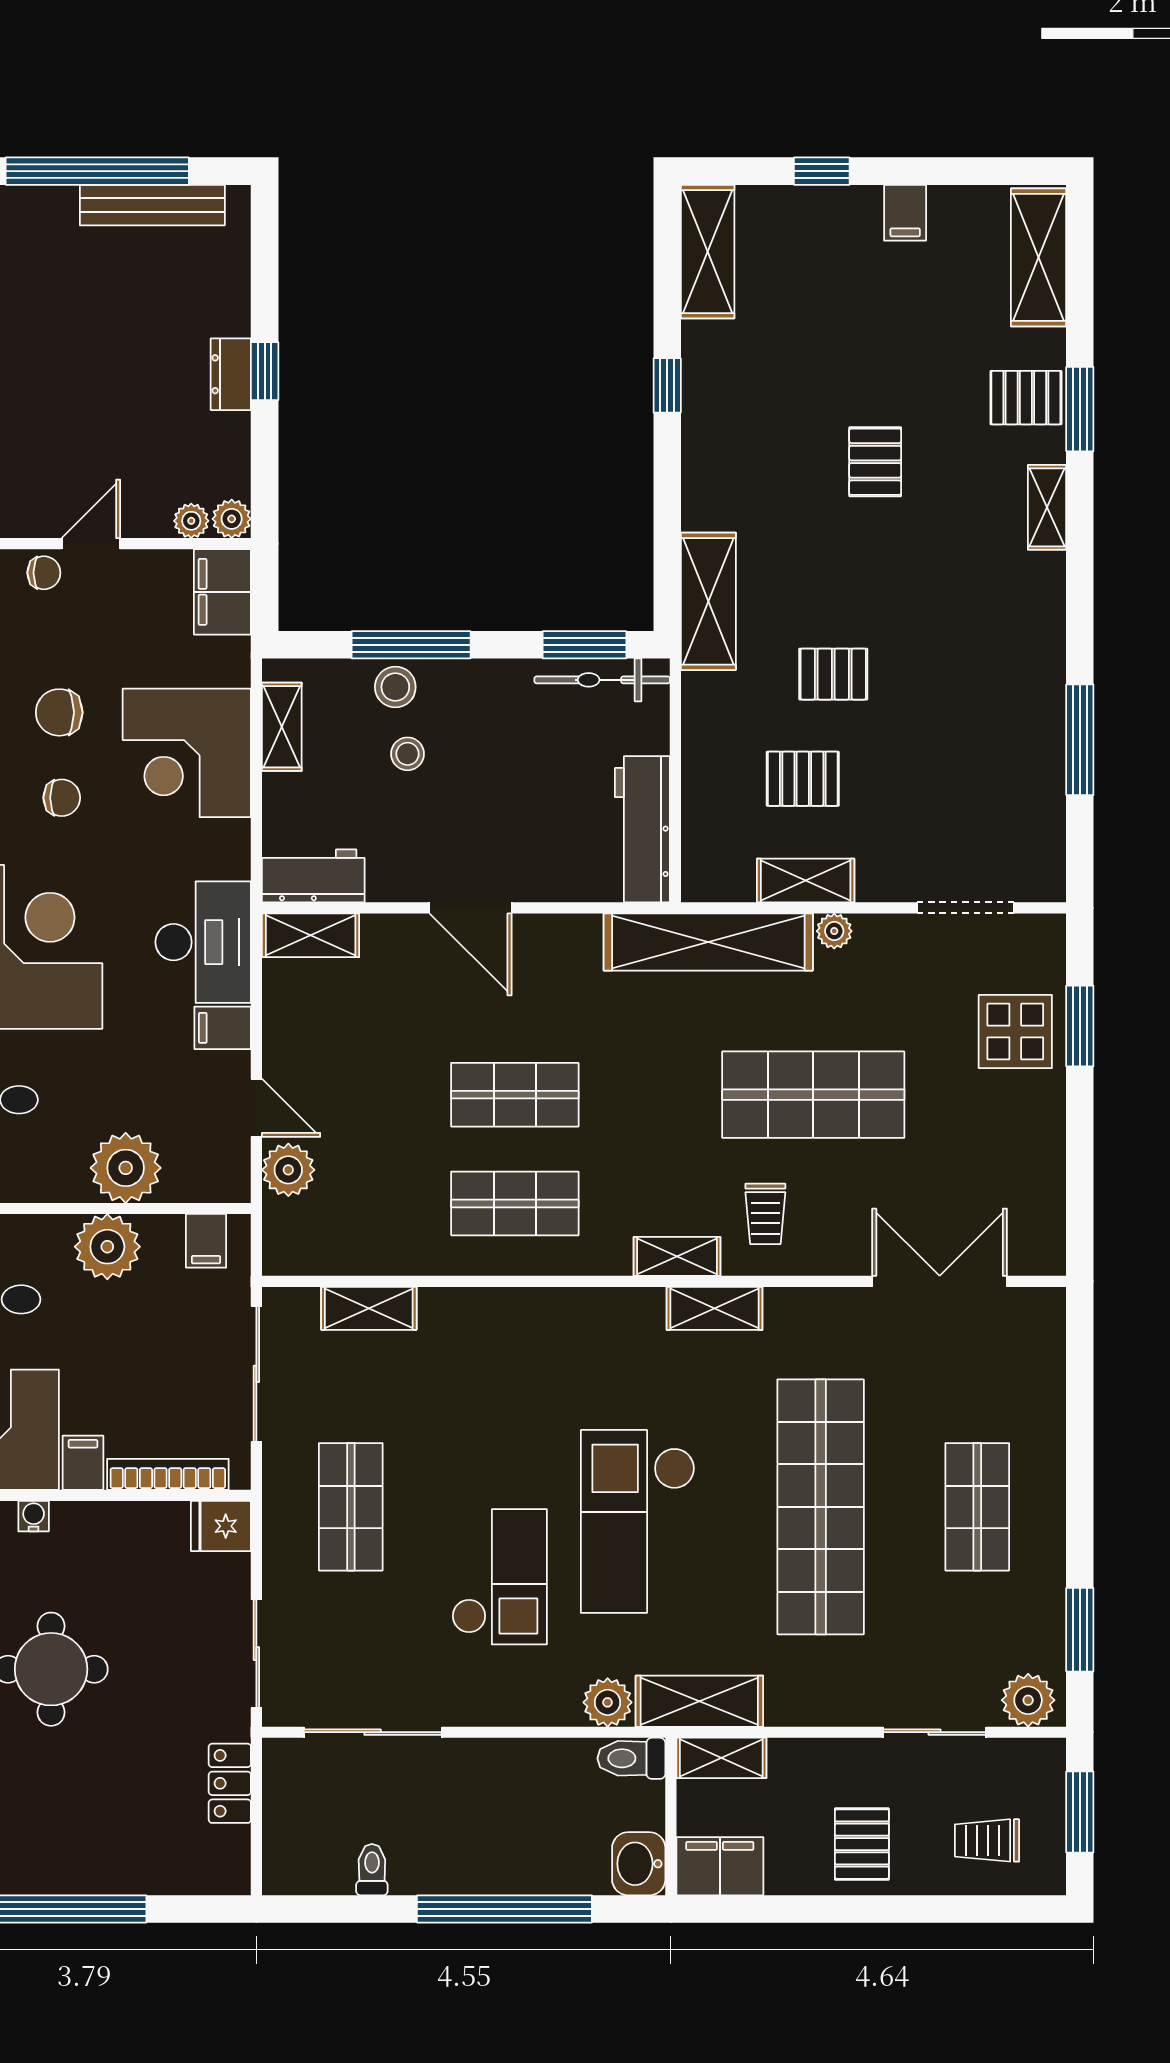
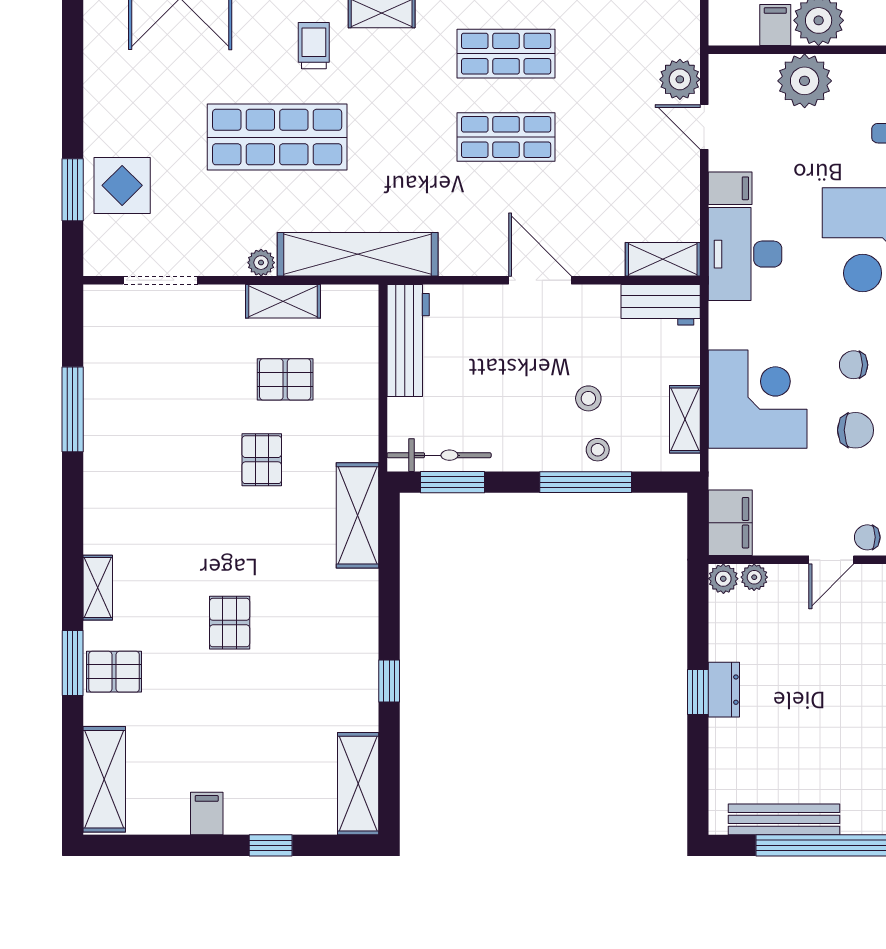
pallet: (833, 674) -> (262, 460), turned 90
stool: (395, 687) -> (598, 450), width x0.73, depth x0.73
filing cabinet: (206, 1241) -> (775, 25), moved

